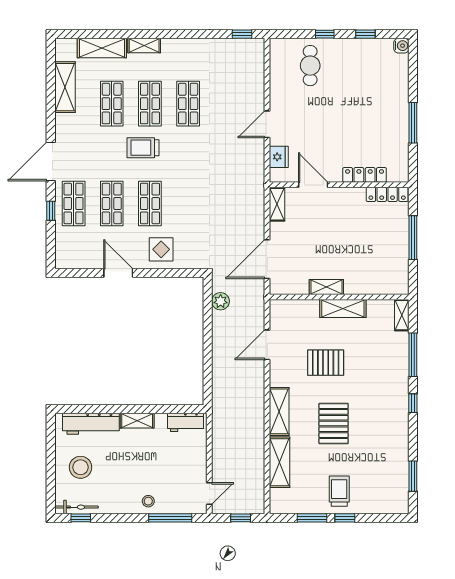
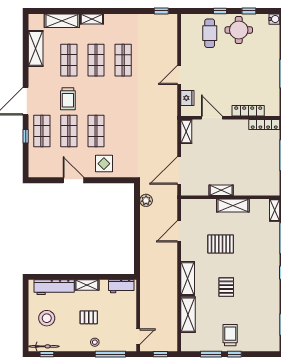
round table: (351, 61) -> (239, 30), added
trolley: (143, 148) -> (68, 99), moved, turned -90
pallet: (334, 424) -> (226, 287), width x0.67, depth x0.71
pallet: (140, 466) -> (89, 317), added

